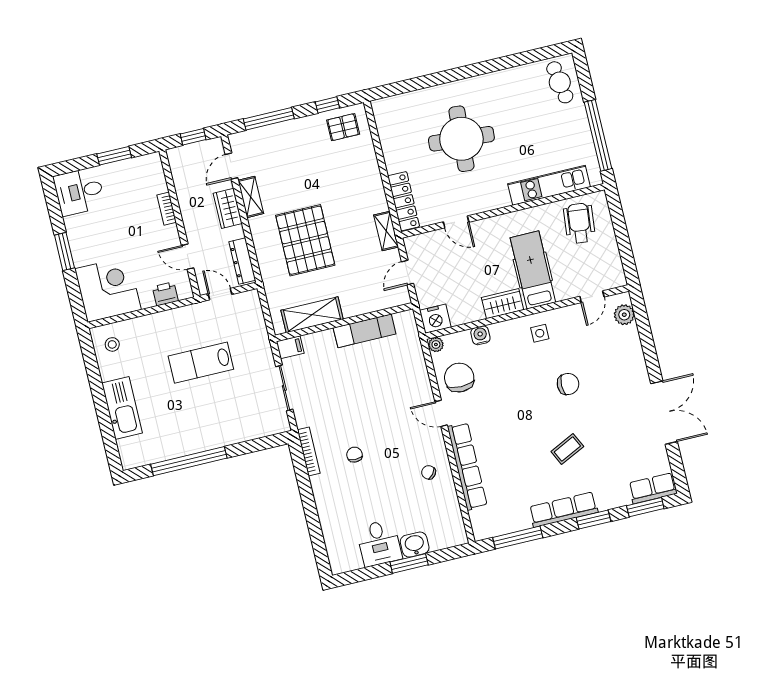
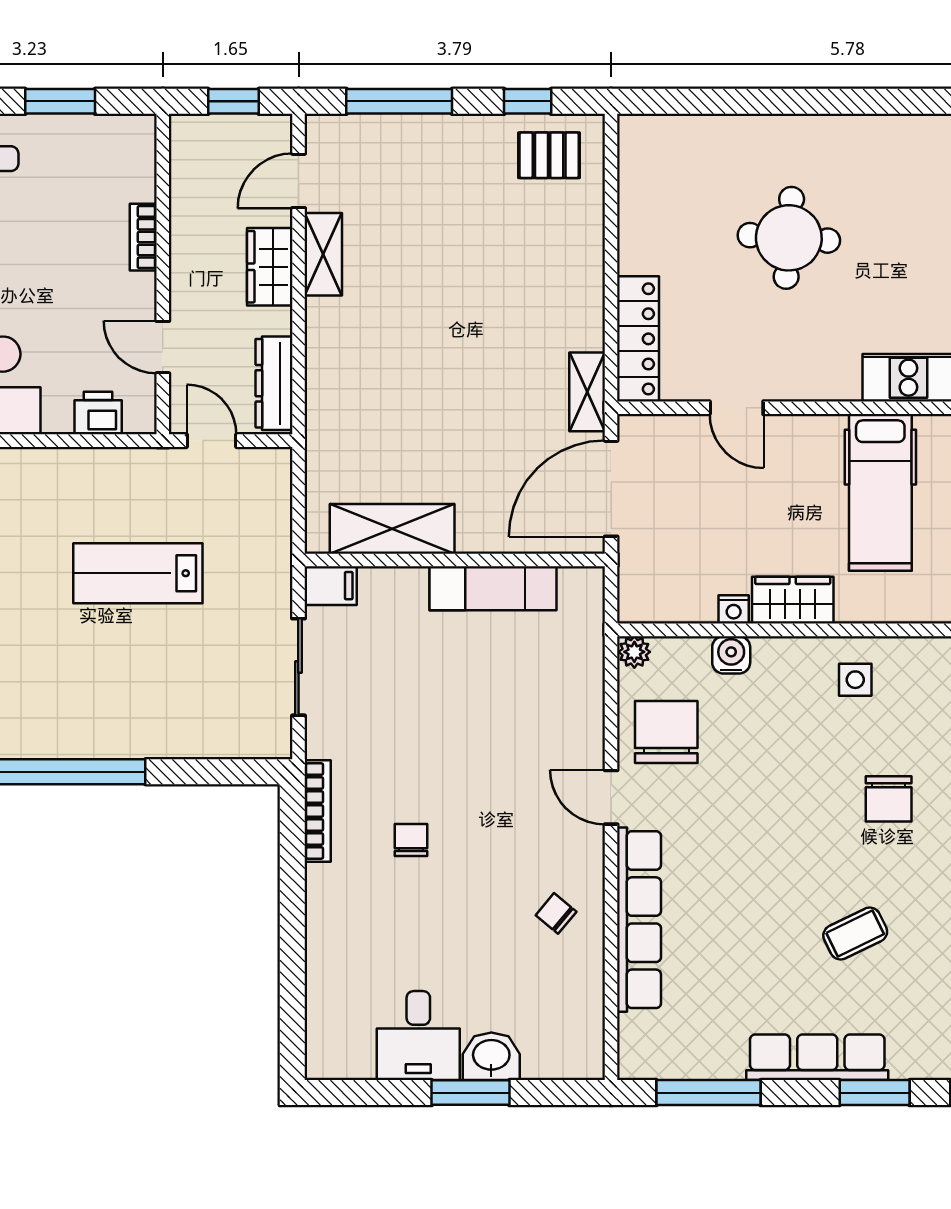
round table: (461, 139) -> (789, 238), width x0.73, depth x0.73
pallet: (305, 240) -> (415, 371), removed
hospital bed: (533, 270) -> (880, 492), moved, turned 180
door: (408, 273) -> (611, 489), width x1.87
nightstand: (435, 319) -> (734, 609), moved, width x0.53, depth x0.56
chair: (568, 384) -> (889, 799), turned 90

